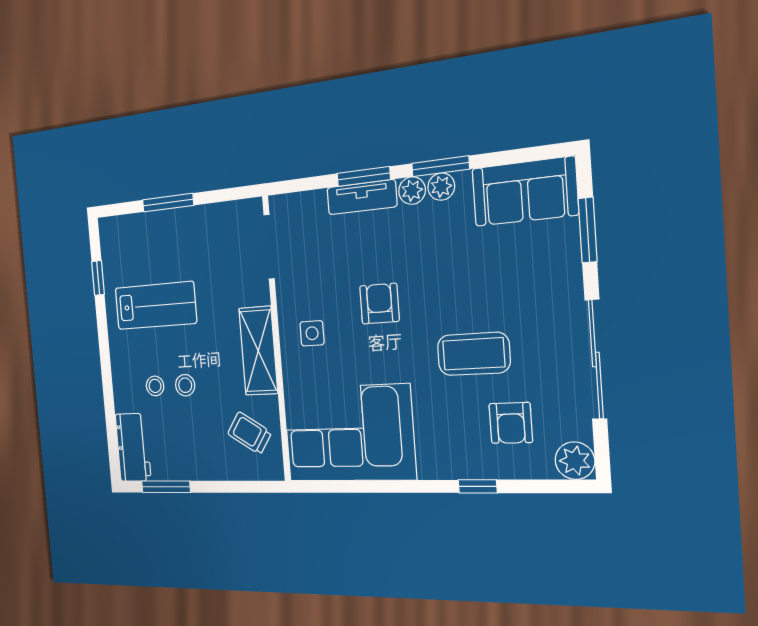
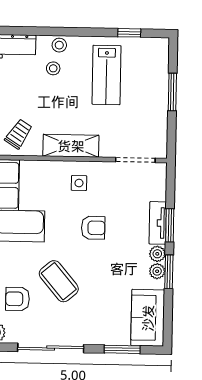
coffee table: (474, 354) -> (59, 281), turned -40
stool: (185, 385) -> (59, 45), moved

